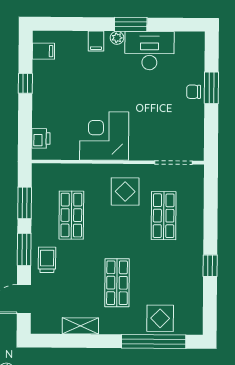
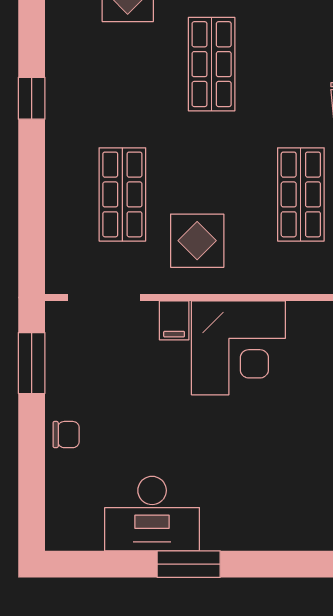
plant: (117, 38) -> (215, 538), removed
filing cabinet: (96, 41) -> (174, 320), moved, turned 180
window: (211, 88) -> (32, 363), moved

